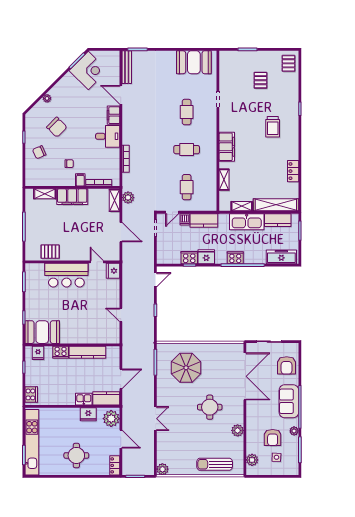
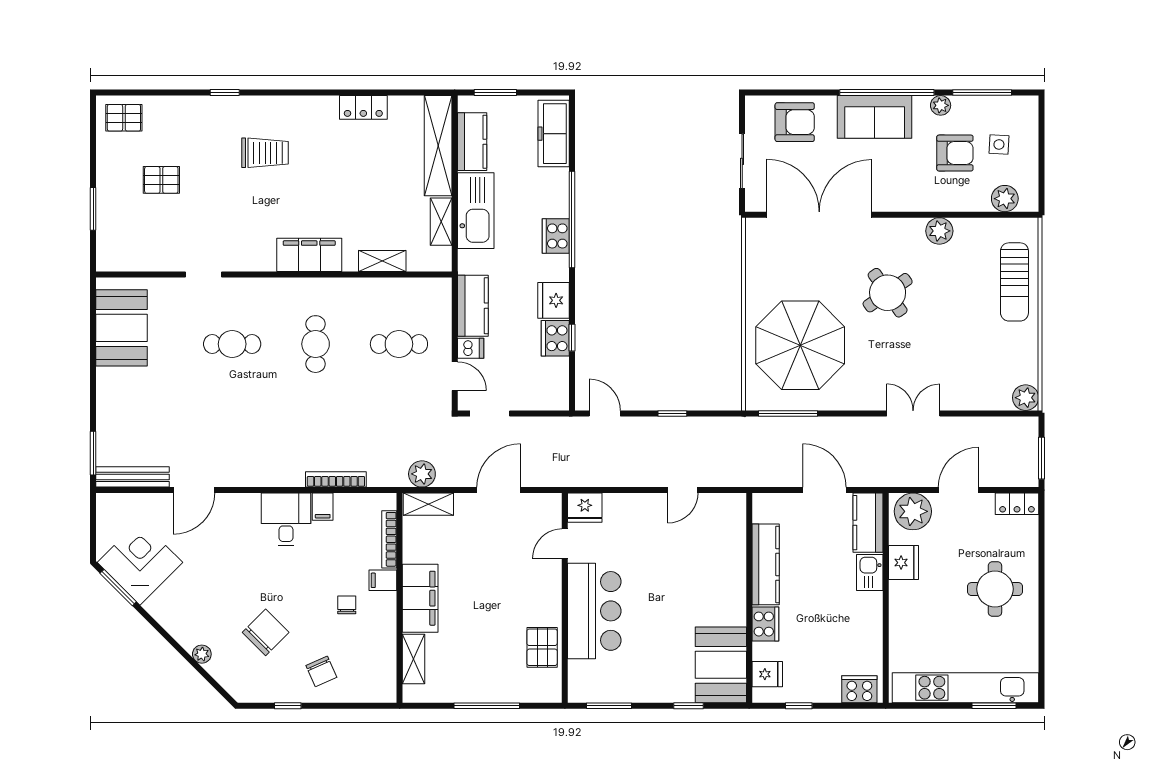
filing cabinet: (113, 115) -> (323, 507), moved, width x0.50
parasol: (186, 368) -> (800, 345), width x1.36, depth x1.36
round table: (210, 407) -> (888, 293), turned -35

